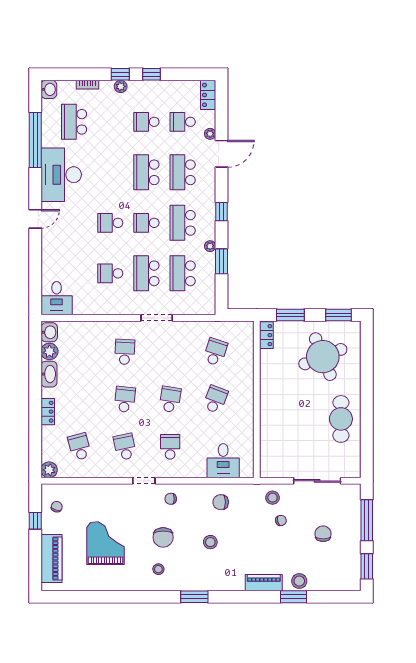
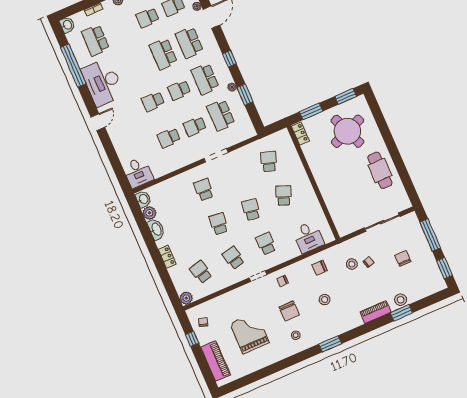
school desk: (146, 273) -> (195, 126), width x0.54
stool: (273, 498) -> (352, 264), moved

